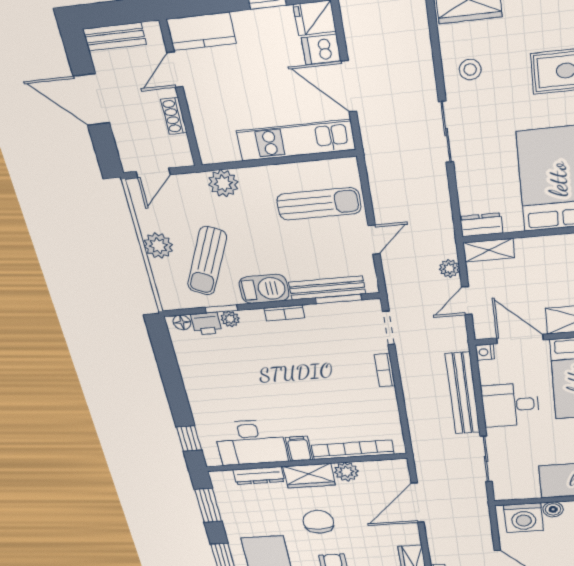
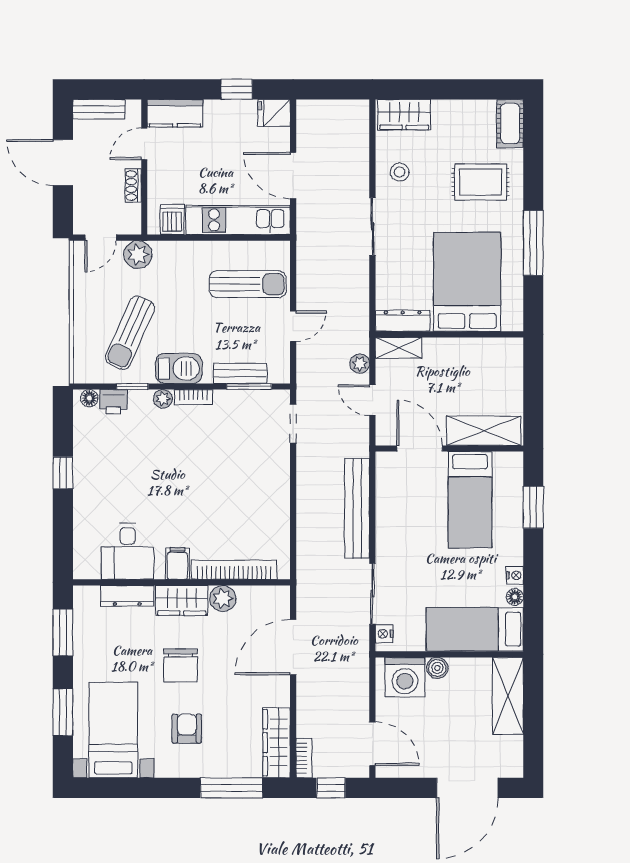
dishwasher: (321, 49) -> (172, 219), moved, turned 90
plant: (223, 183) -> (138, 255), moved
dresser: (481, 225) -> (403, 321), width x1.44
plant: (158, 246) -> (87, 312), removed
bench: (327, 288) -> (240, 373), width x0.73
door: (467, 301) -> (372, 400), hinge flipped
plant: (230, 319) -> (163, 399), moved
nightstand: (485, 352) -> (384, 634), moved
bookcase: (385, 370) -> (282, 473), removed
desk: (510, 405) -> (403, 527), removed
window: (189, 438) -> (63, 473), moved
desk: (251, 443) -> (128, 551), width x0.73
chair: (318, 522) -> (181, 665), turned 180

